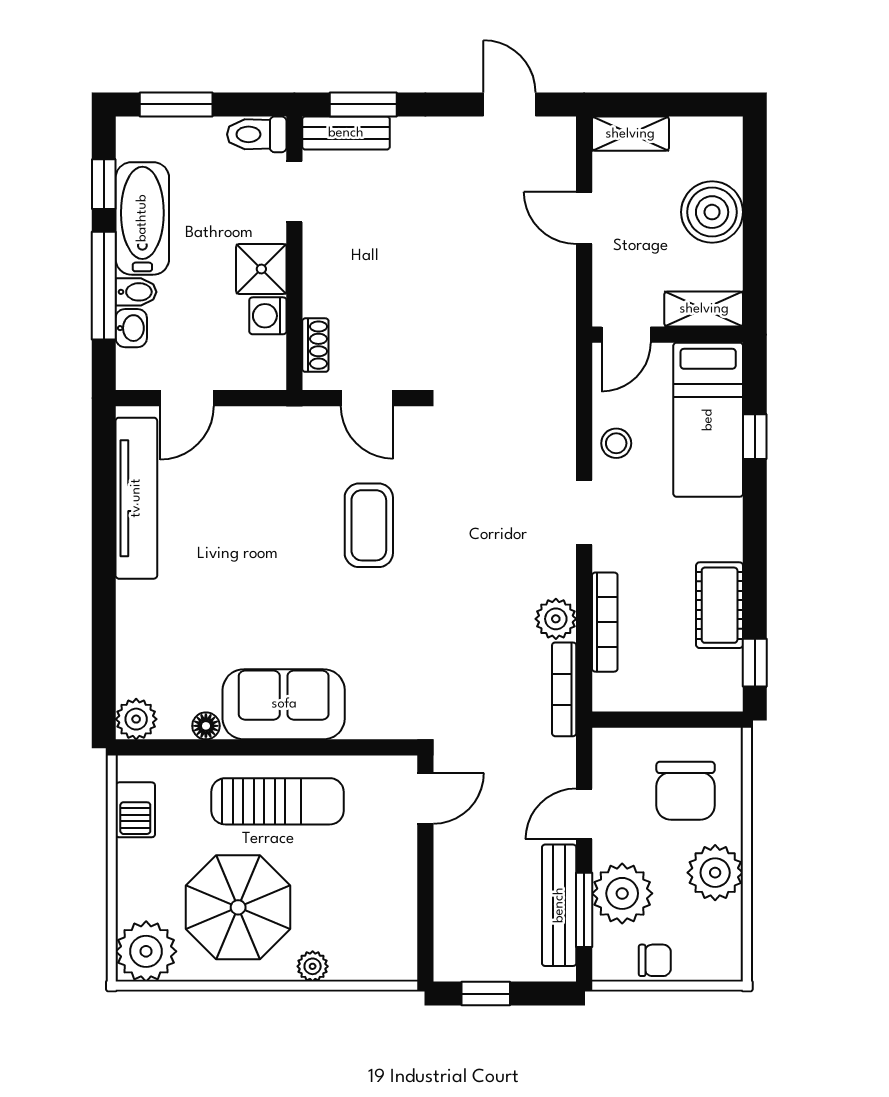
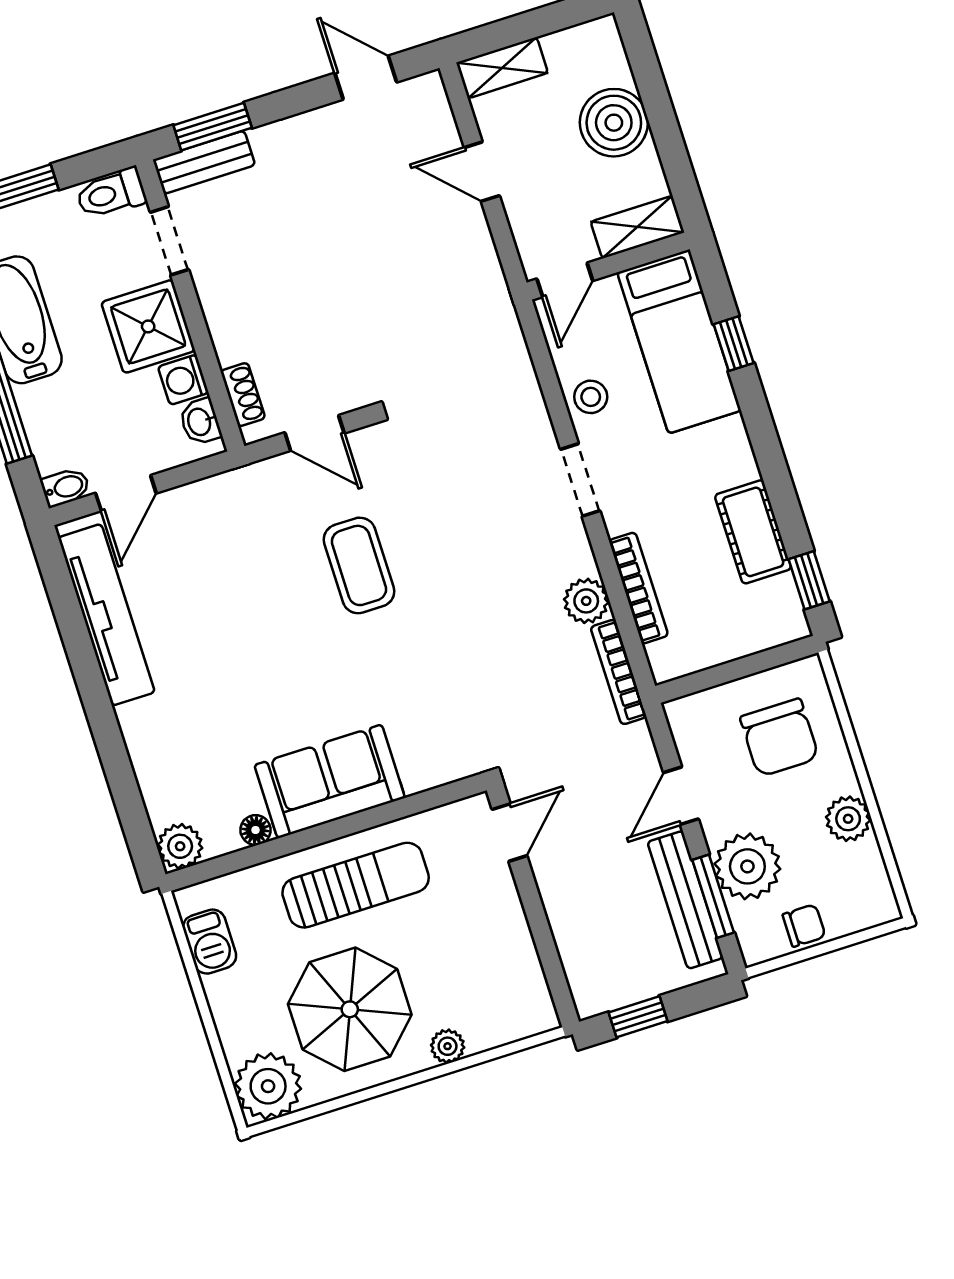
shower: (261, 269) -> (148, 326), width x1.36, depth x1.36
bidet: (136, 292) -> (65, 487), moved
washbasin: (131, 328) -> (200, 422), moved, turned 180
plant: (715, 873) -> (848, 819), width x0.73, depth x0.73

